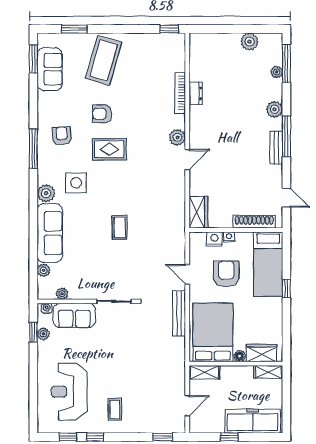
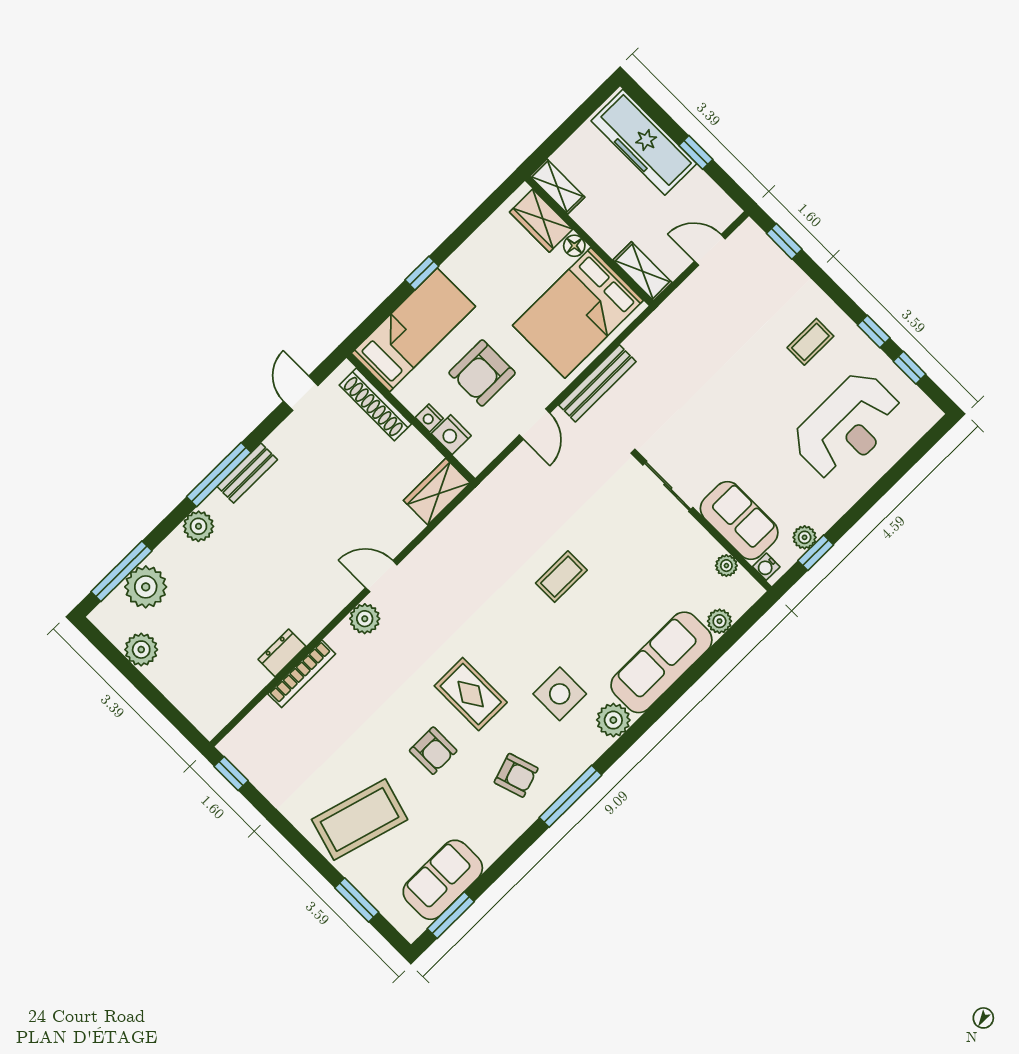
plant: (277, 72) -> (146, 587), width x1.87, depth x1.87
armchair: (62, 136) -> (516, 775), turned -104

